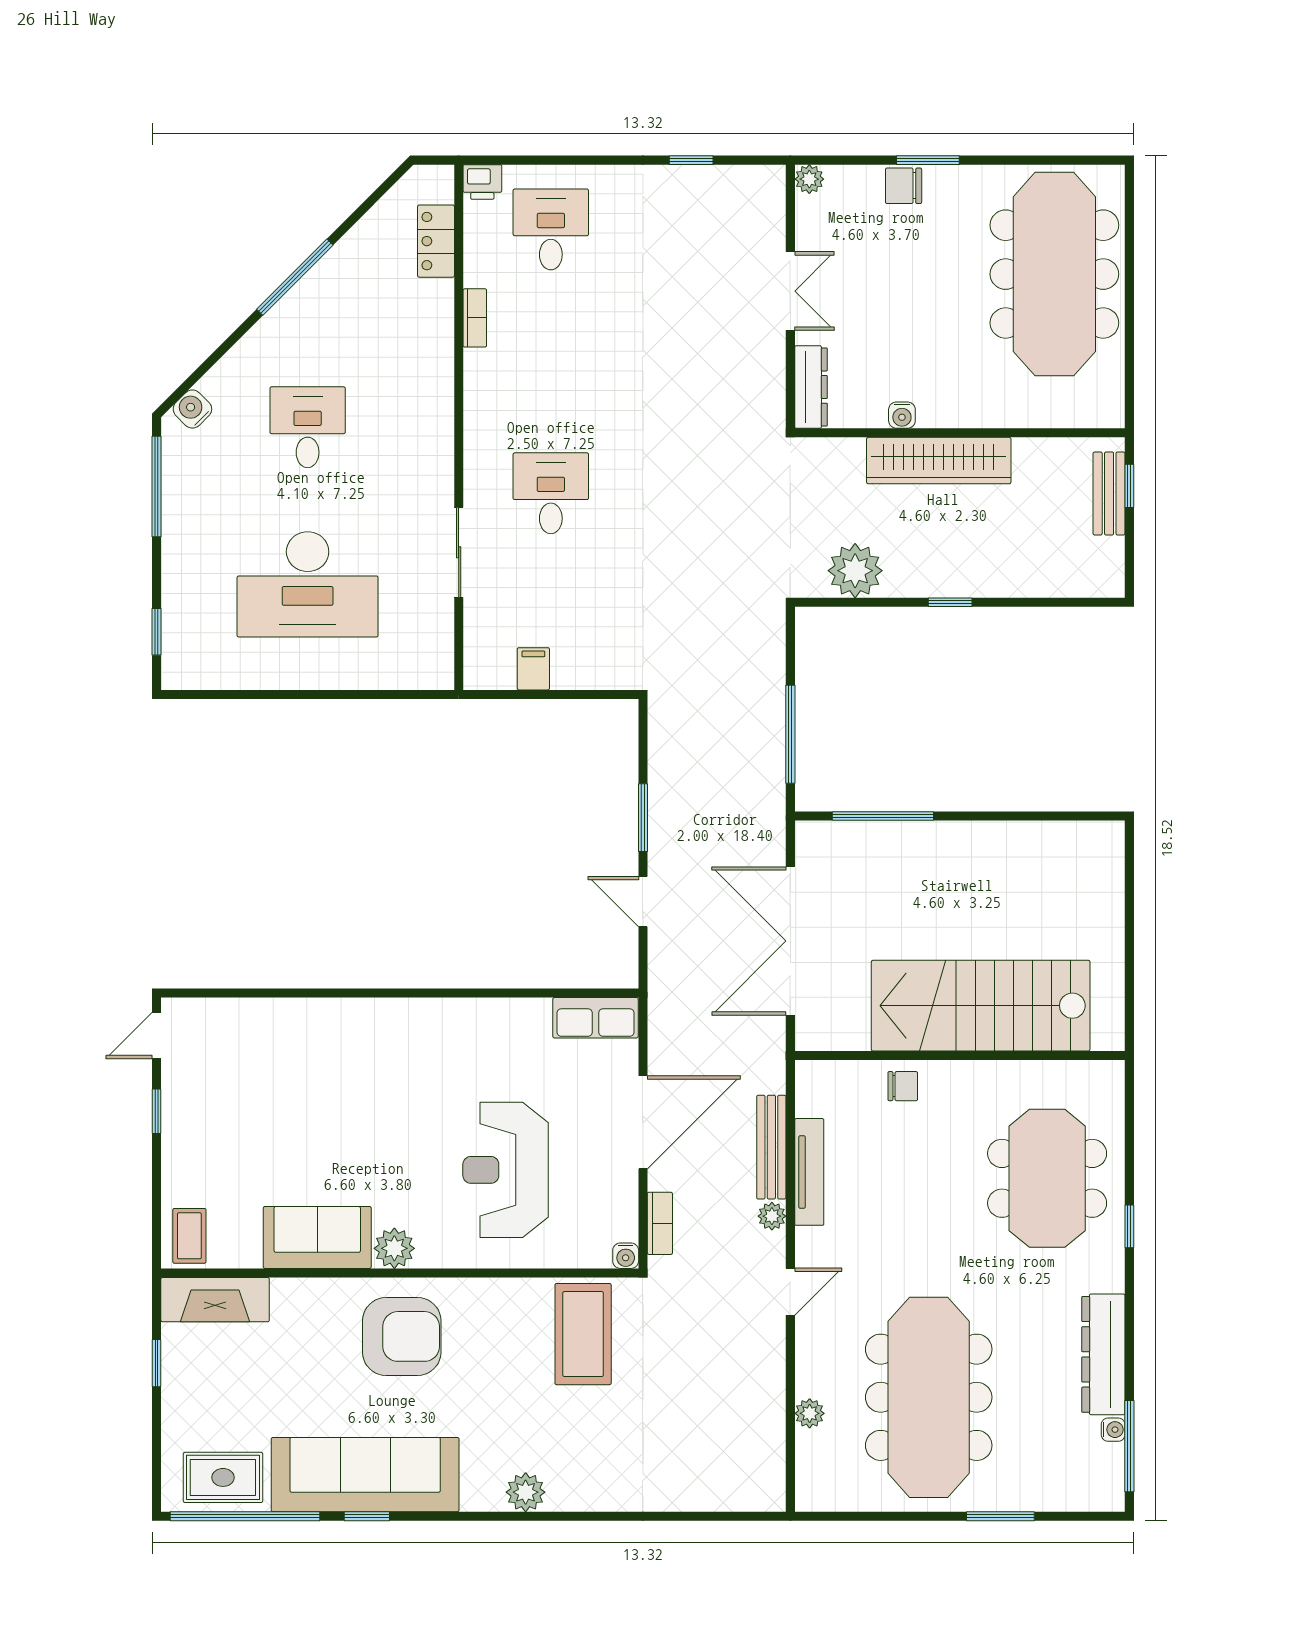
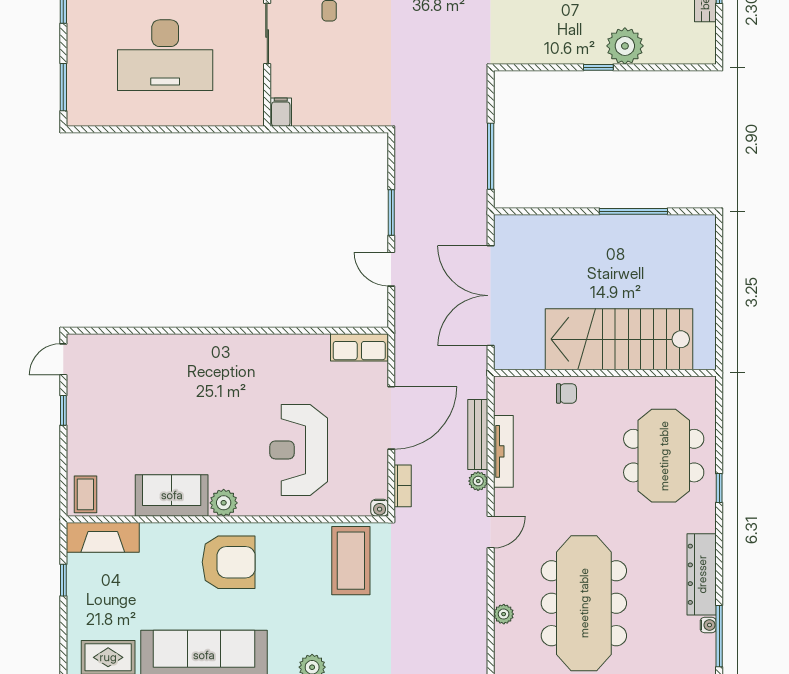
plant: (855, 571) -> (625, 46), moved
window: (157, 632) -> (63, 87), width x1.50
filing cabinet: (533, 669) -> (281, 112), moved
window: (883, 816) -> (633, 211), moved

